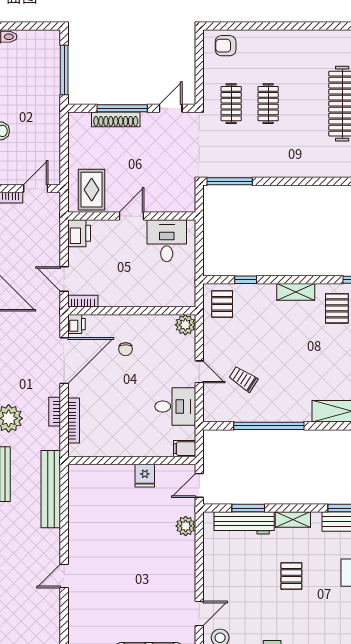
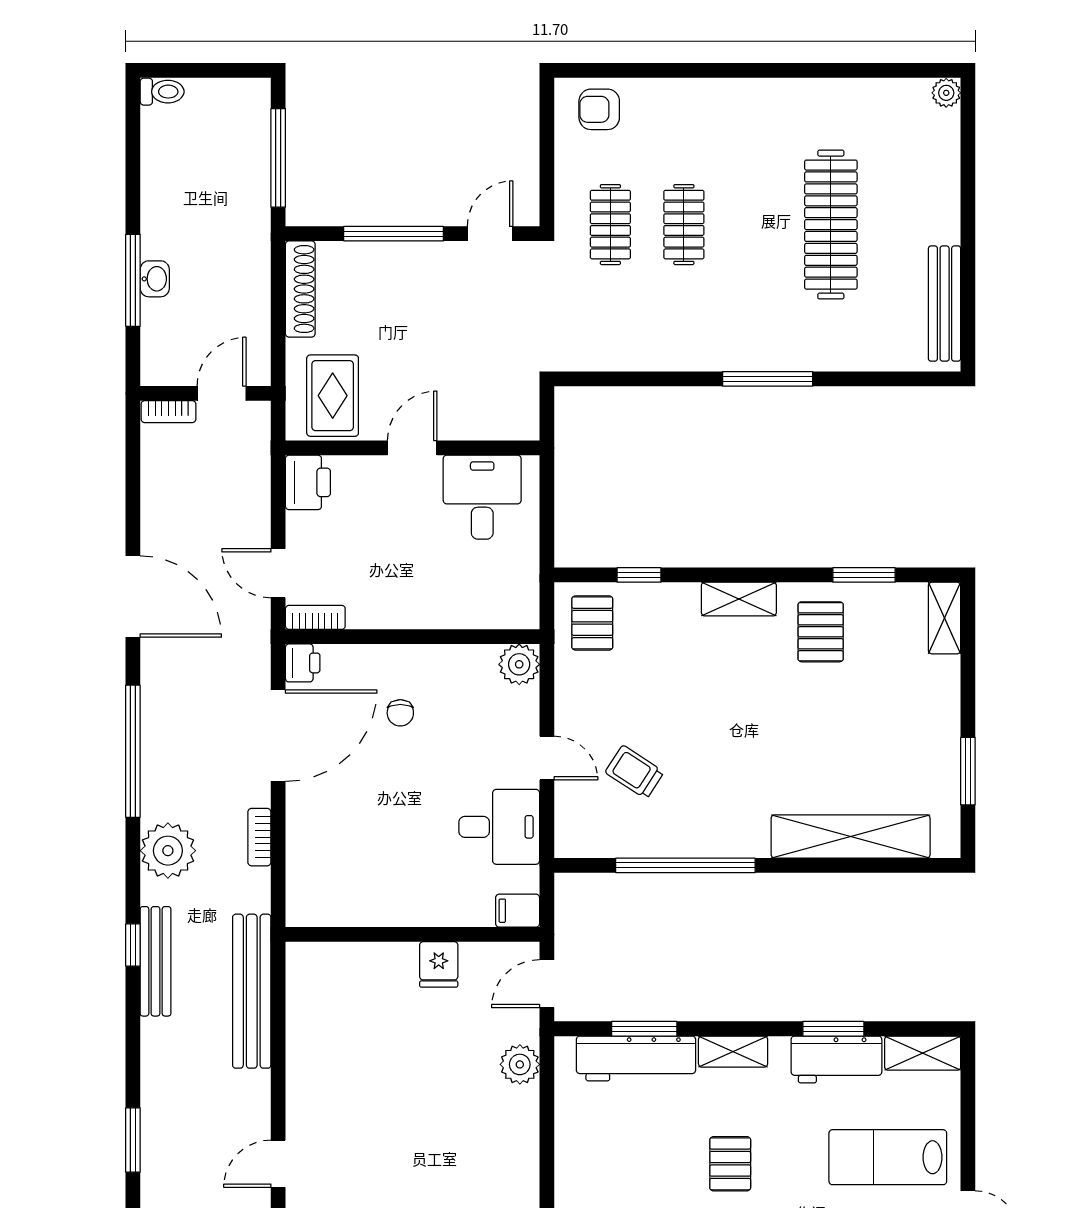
shoe rack: (116, 119) -> (300, 289), moved, turned -90
window: (230, 181) -> (768, 379), moved
bookcase: (74, 420) -> (297, 855), removed

